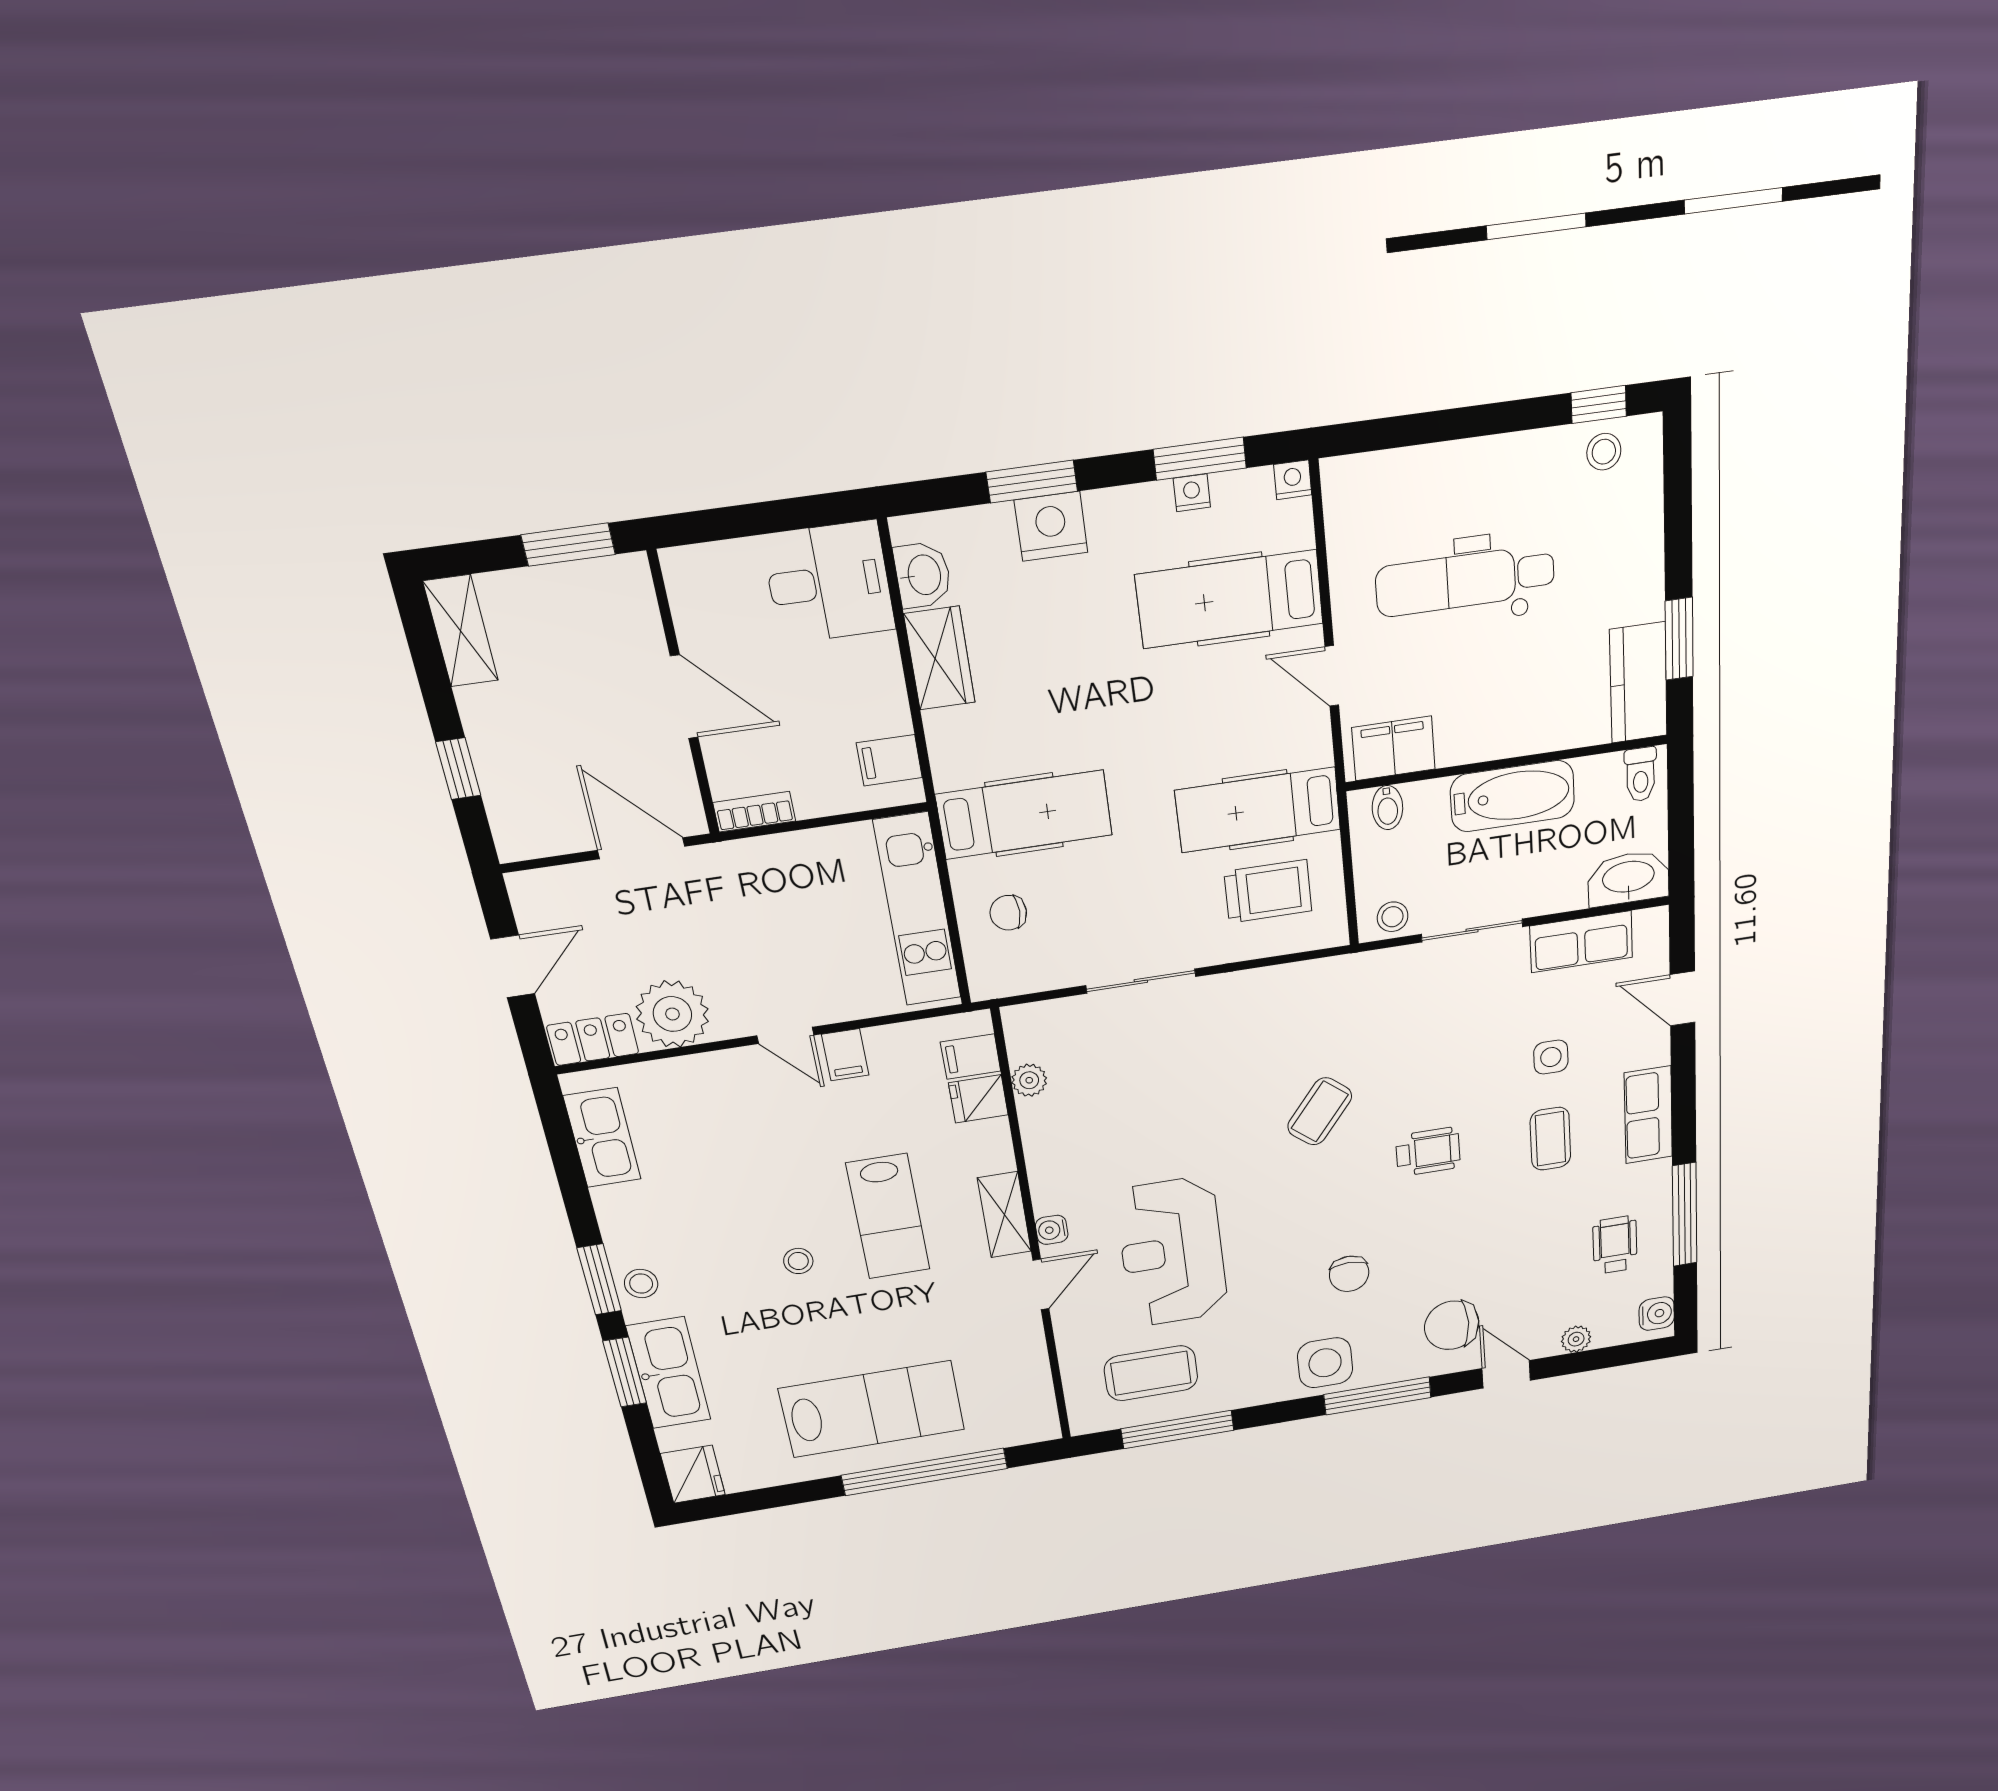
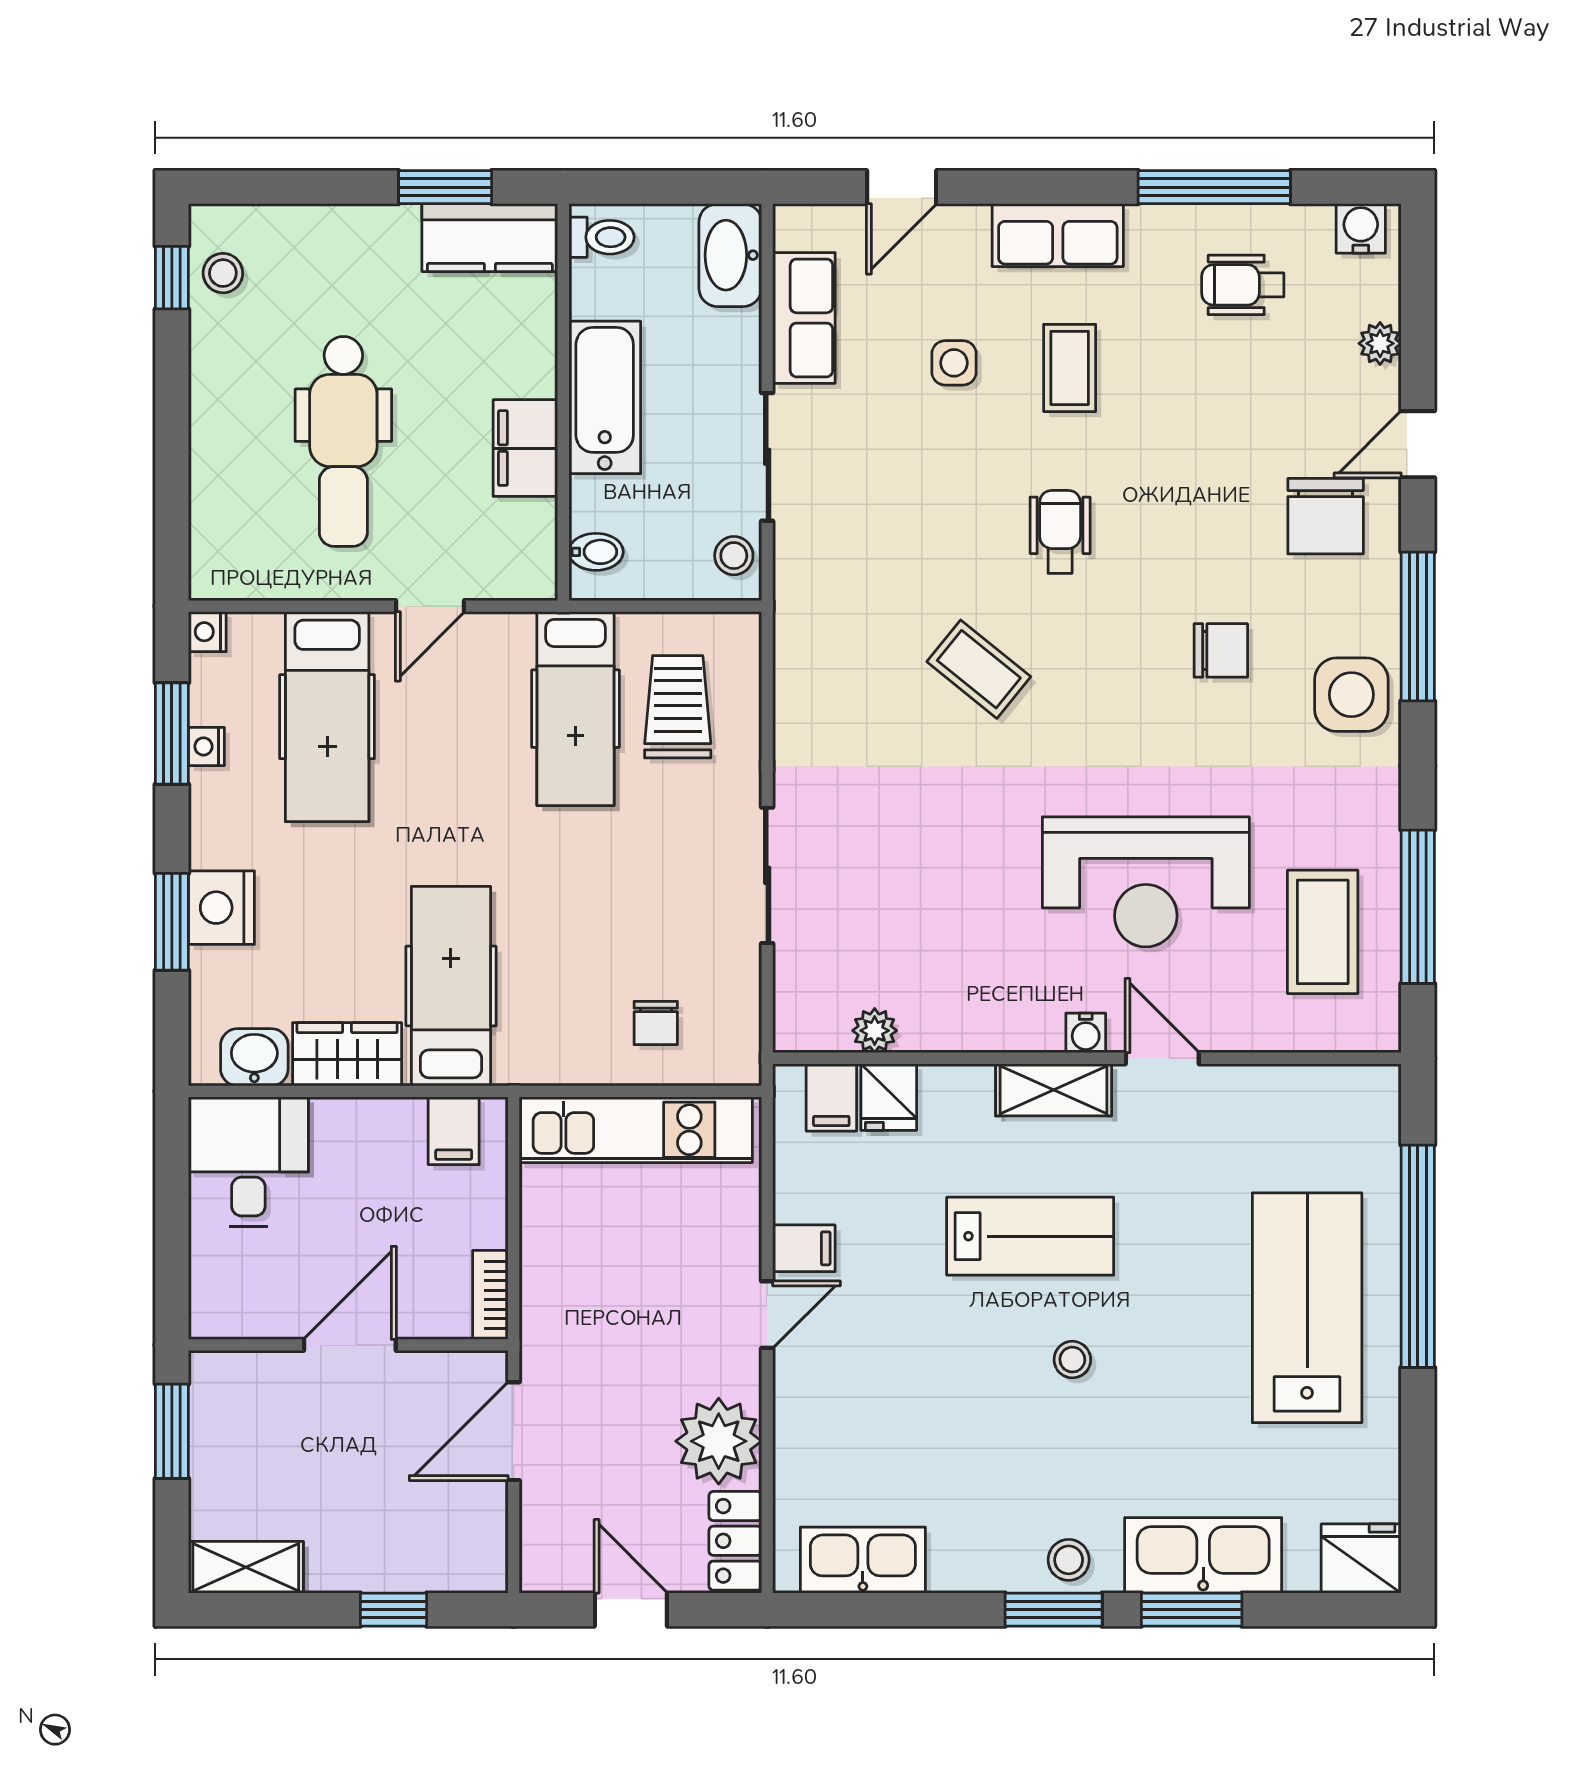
filing cabinet: (1393, 748) -> (525, 448), moved
hospital bed: (1024, 815) -> (451, 986), moved
coffee table: (1550, 1139) -> (1070, 368), turned 90

